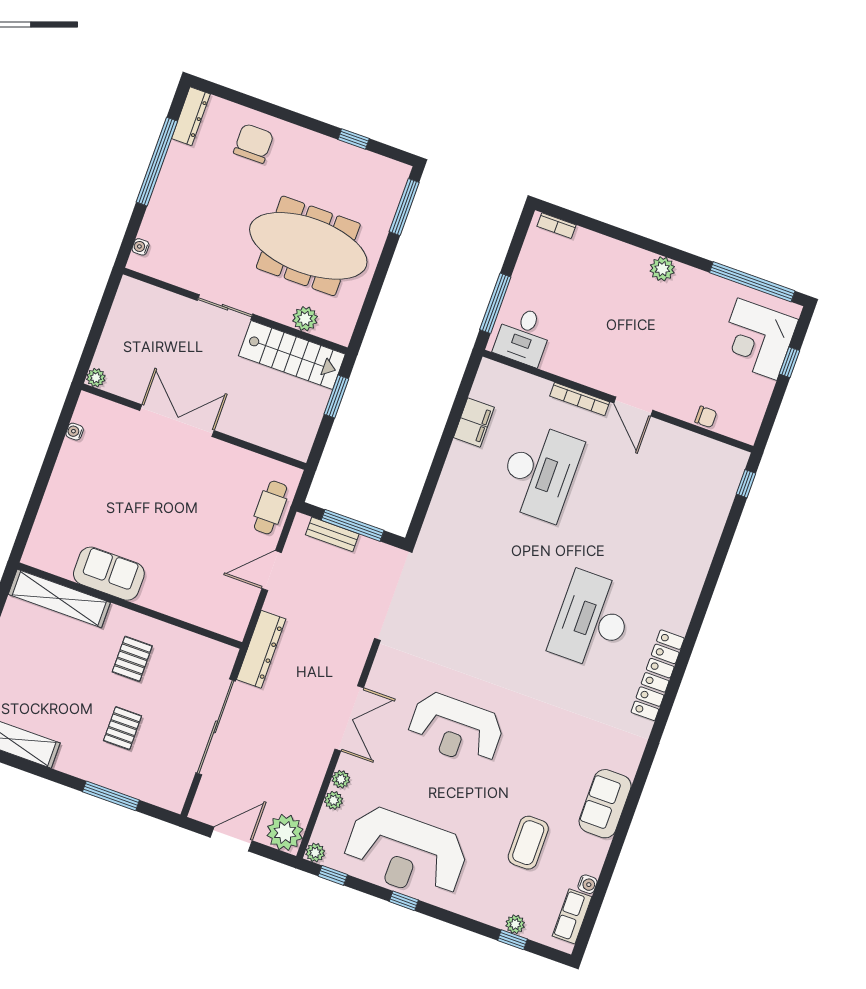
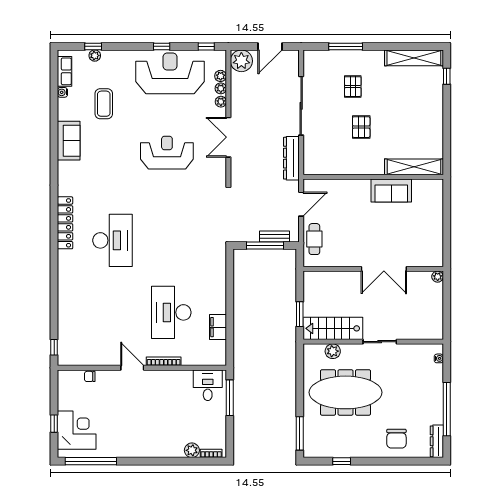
plant: (662, 269) -> (192, 450), moved
water cooler: (75, 432) -> (439, 242), removed
sofa: (109, 574) -> (391, 191), moved
shelving: (59, 598) -> (414, 167), moved
wall: (130, 606) -> (373, 177), moved
plant: (315, 853) -> (221, 76), moved

